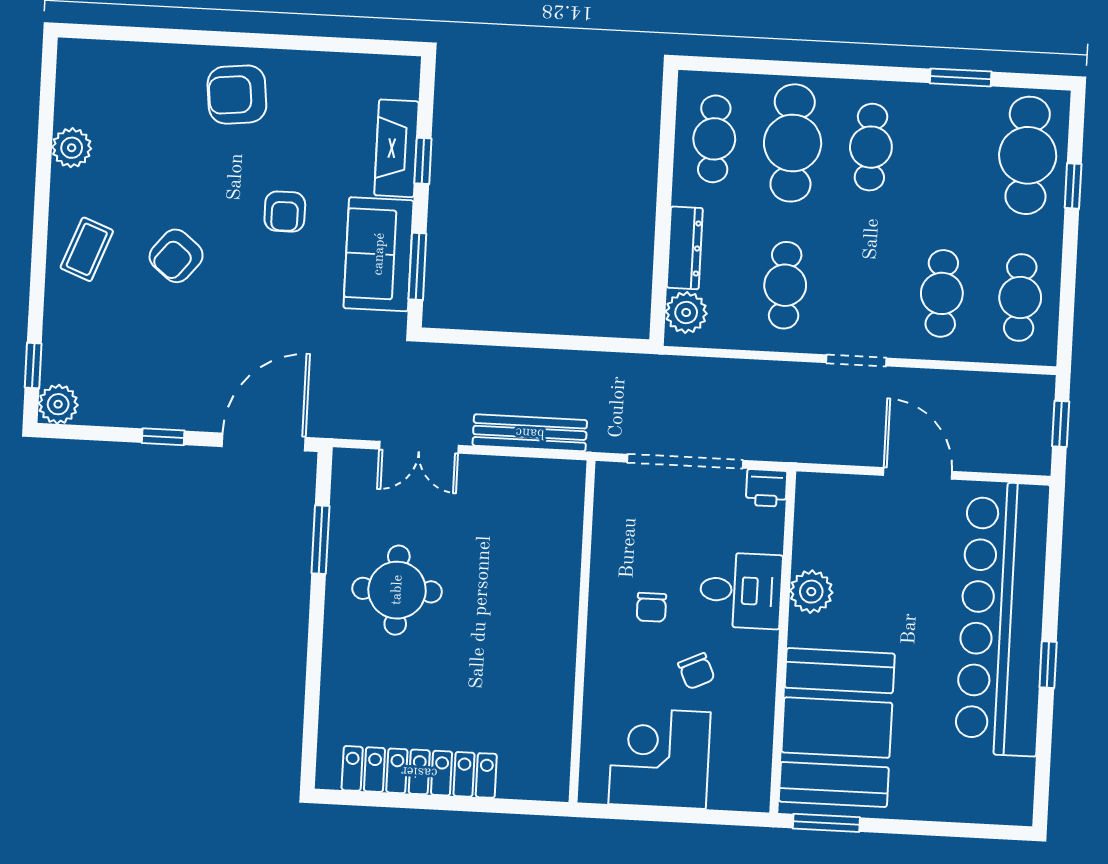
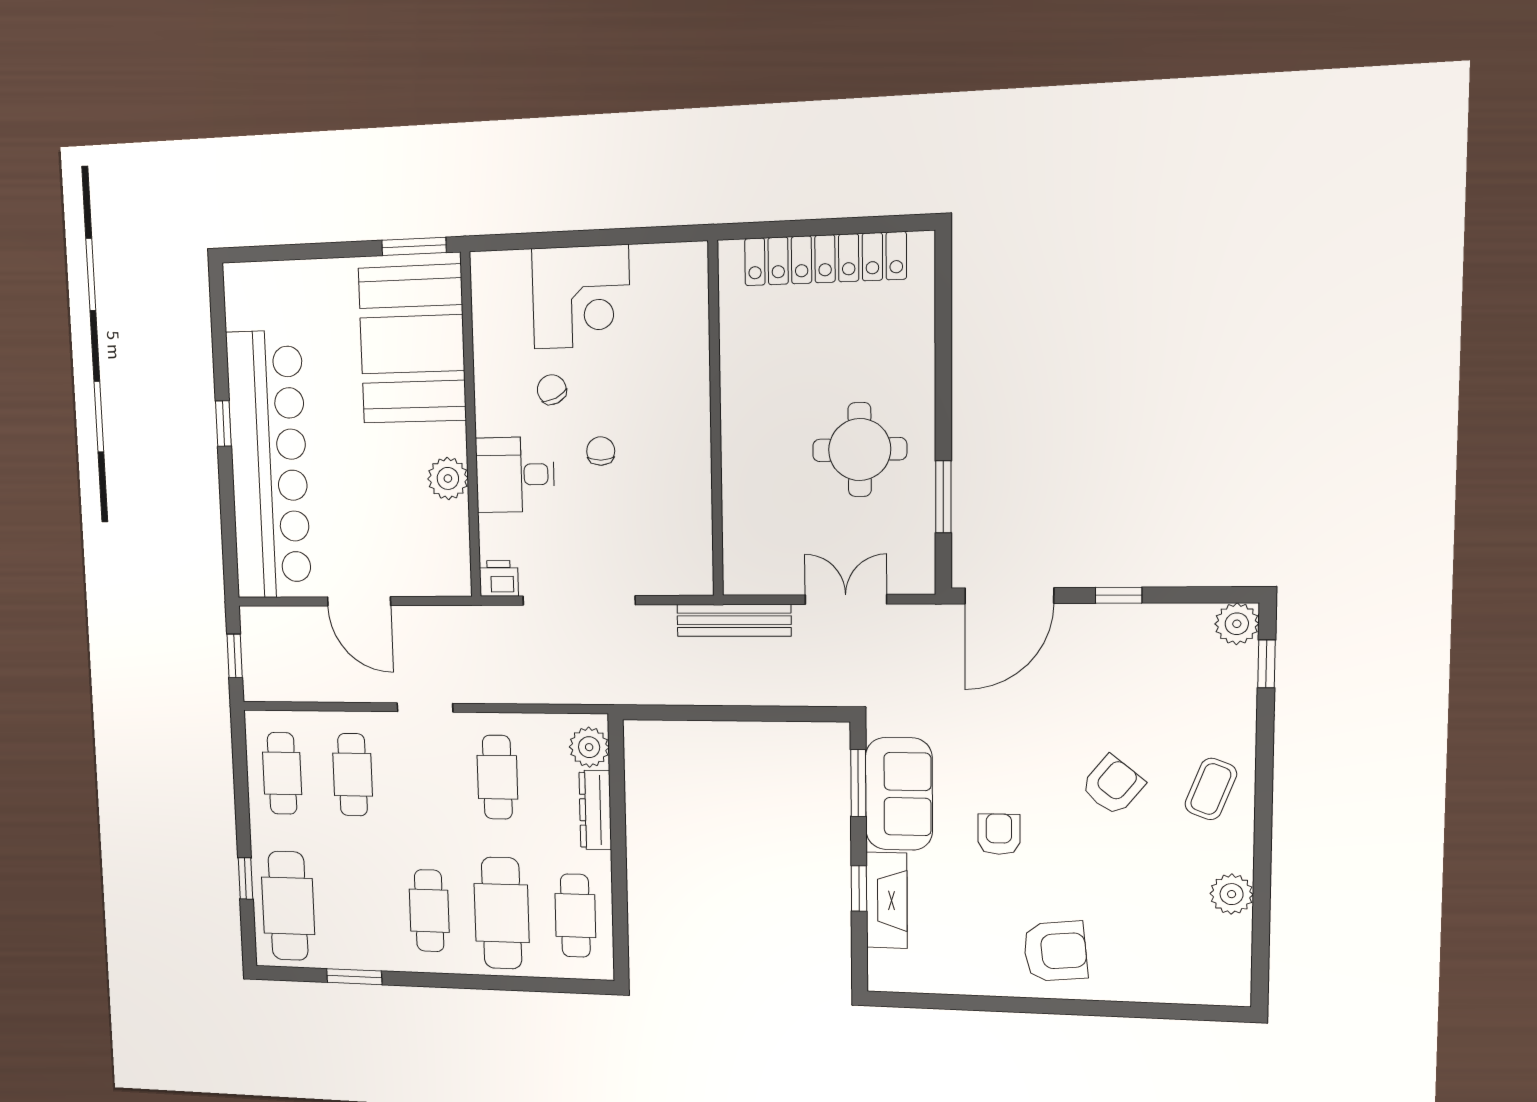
wall: (582, 631) -> (716, 420), moved

